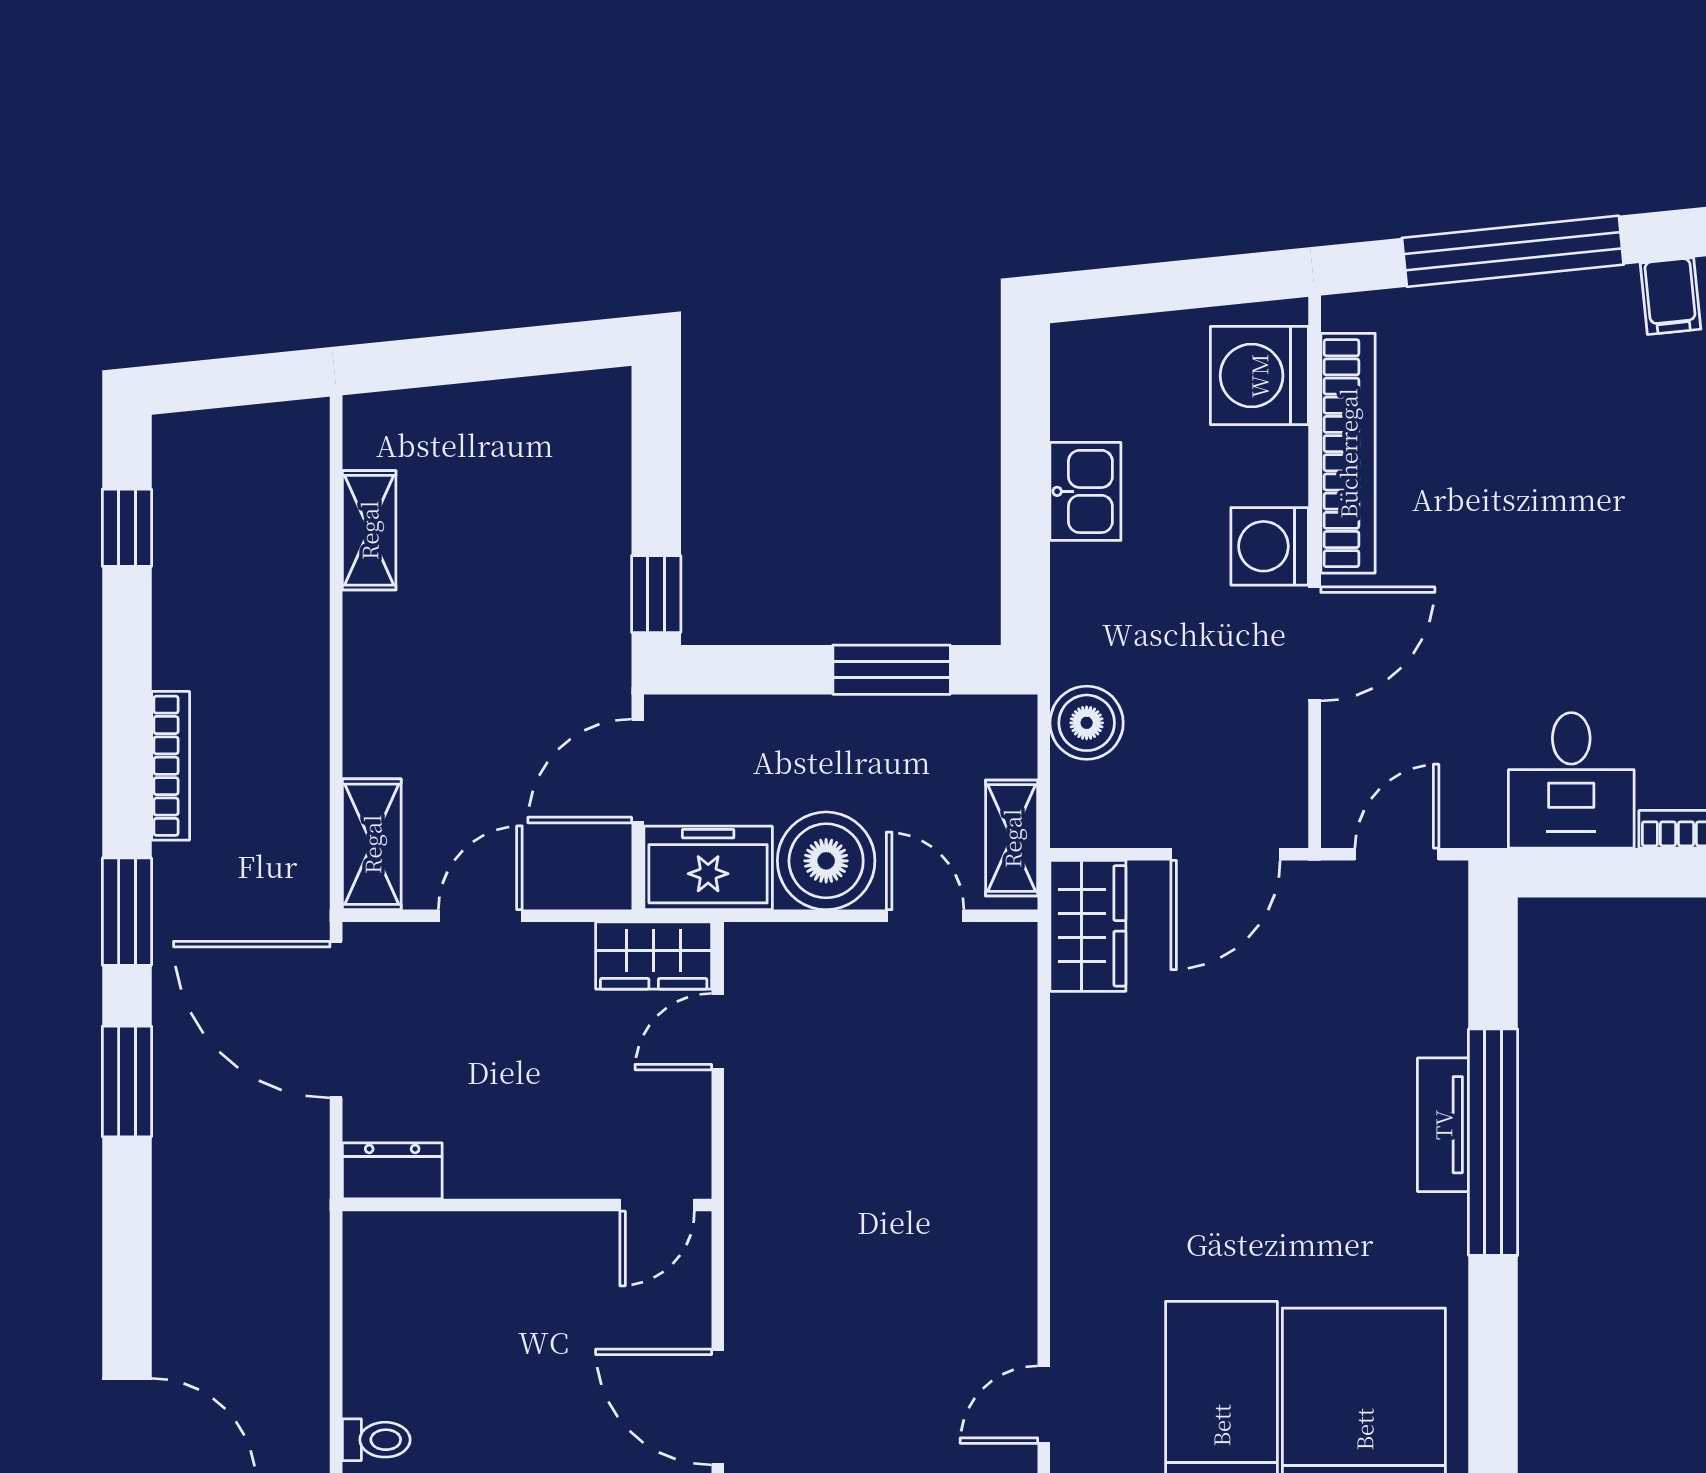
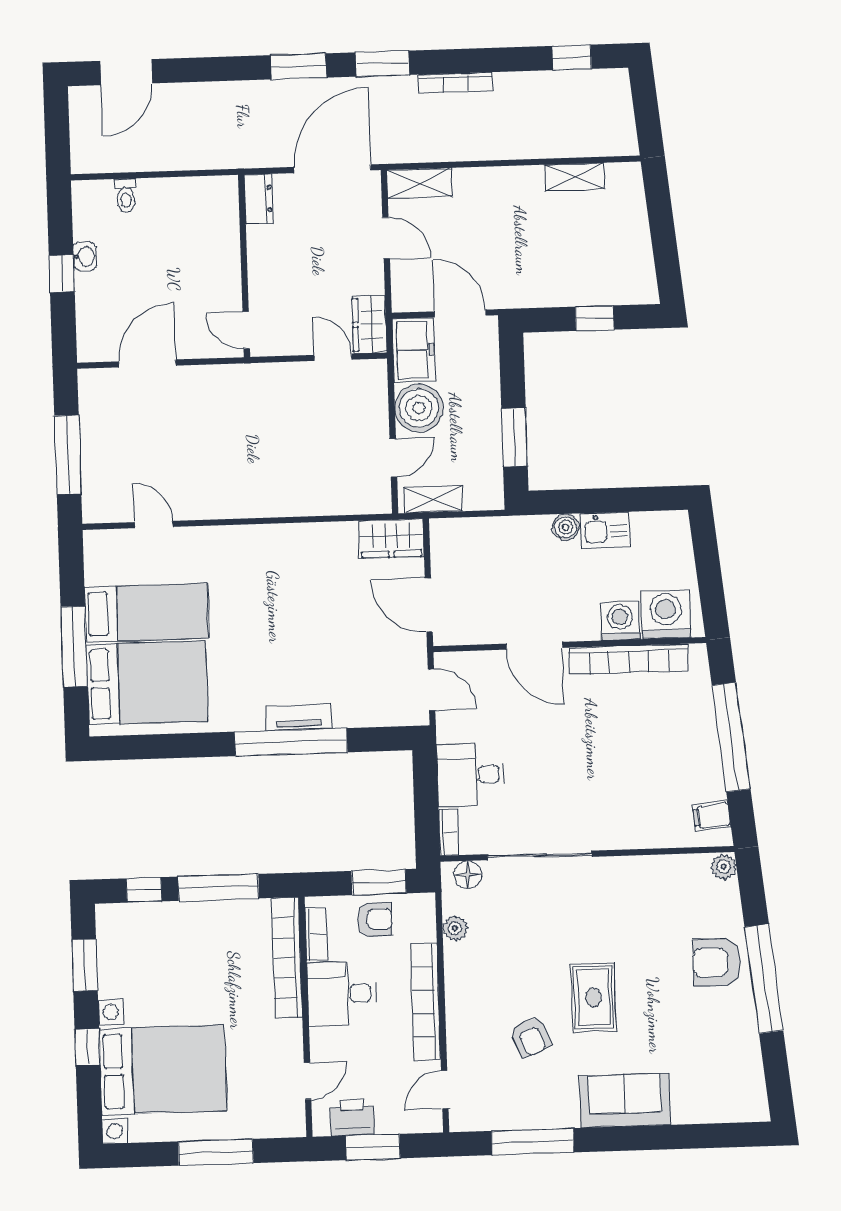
washing machine: (1270, 546) -> (620, 621), moved
window: (656, 594) -> (595, 318), moved
boiler: (1087, 723) -> (566, 527), moved, width x0.73, depth x0.73

